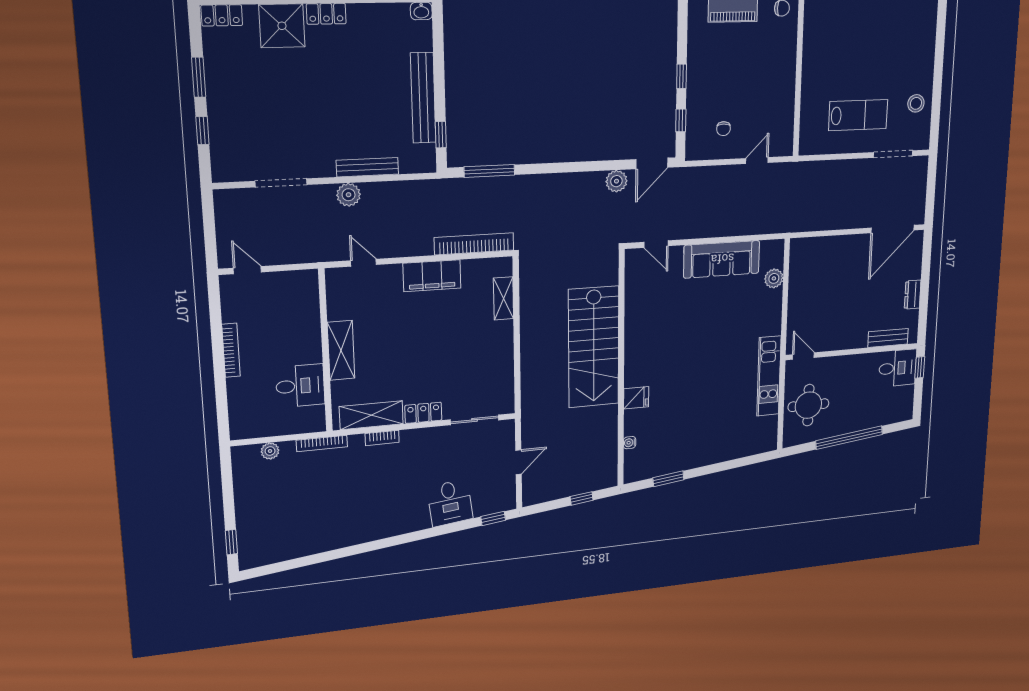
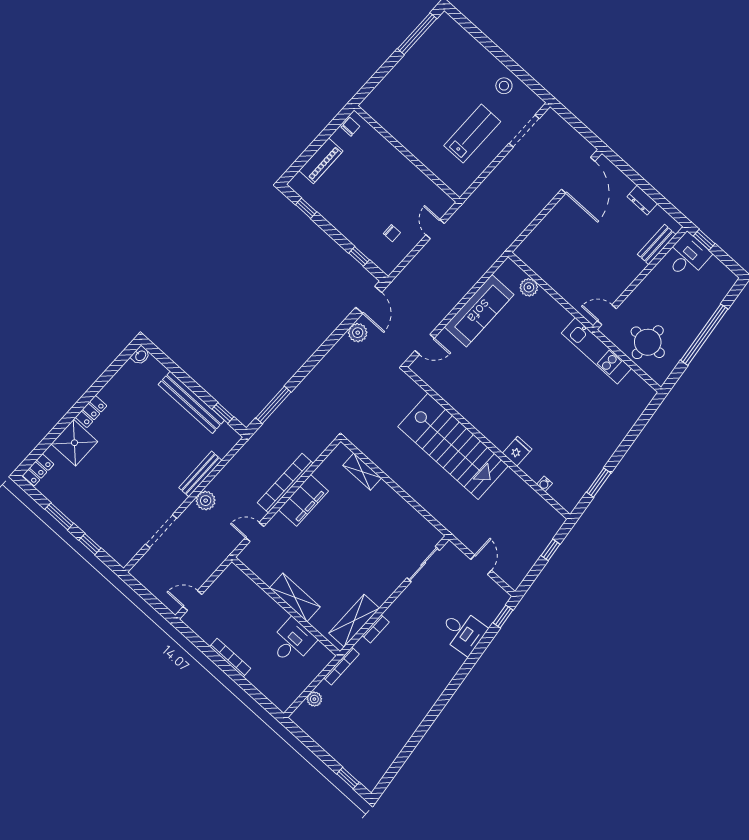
window: (682, 76) -> (306, 208), moved
bookcase: (474, 244) -> (285, 483), moved
locker: (423, 413) -> (385, 589), removed

